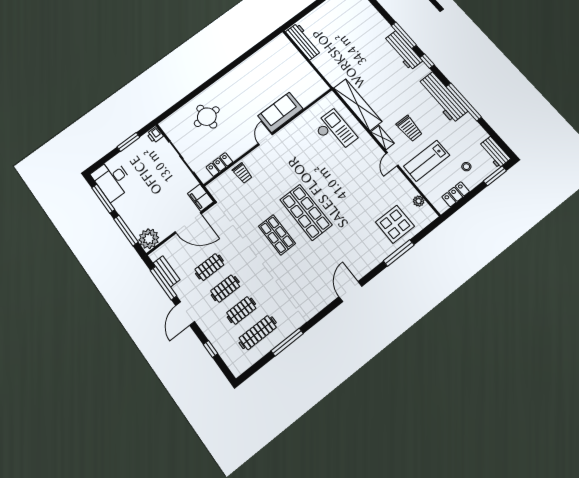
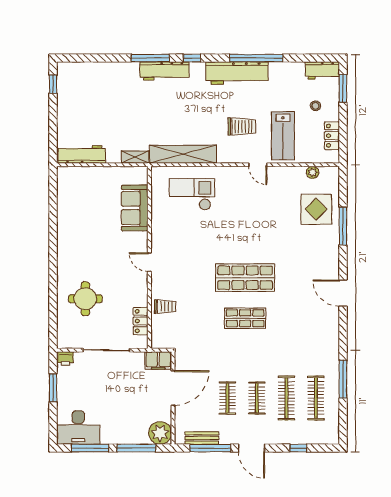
sofa: (280, 112) -> (135, 208), moved
shelving: (382, 138) -> (135, 157), moved
clothes rail: (241, 310) -> (286, 398), width x1.36

